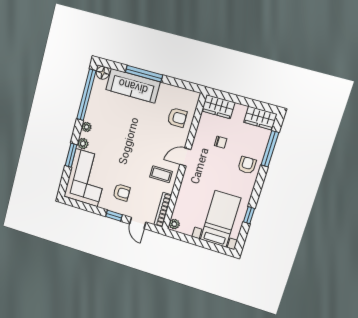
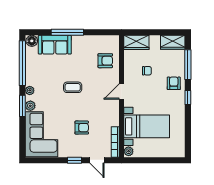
sofa: (133, 86) -> (55, 45), width x0.73
window: (71, 155) -> (22, 106), moved
coffee table: (161, 174) -> (73, 87), moved
armchair: (121, 193) -> (82, 128), moved
window: (249, 215) -> (188, 97), moved
bed with nightstands: (221, 219) -> (147, 126), moved, turned 90

